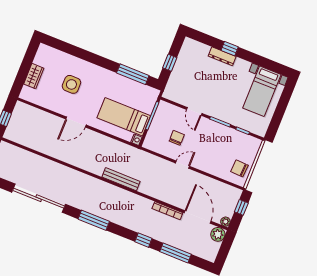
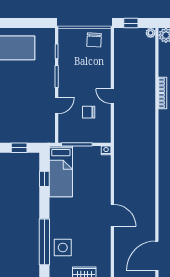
window: (77, 52) -> (44, 242), added
window: (133, 74) -> (44, 179), width x0.46
side table: (71, 84) -> (63, 247), moved
bed: (124, 117) -> (61, 171), moved
bench: (121, 179) -> (150, 150), removed
door: (198, 217) -> (157, 256), moved

